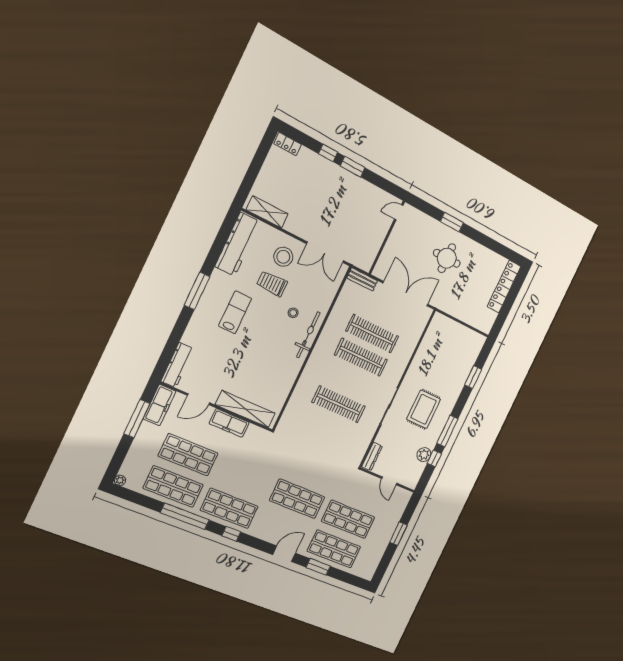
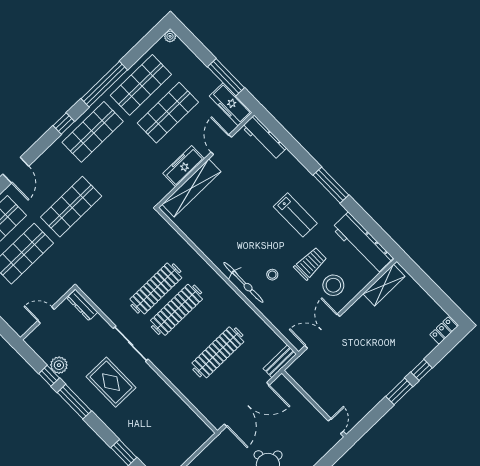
clothes rail: (361, 357) -> (177, 310), moved

